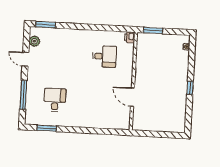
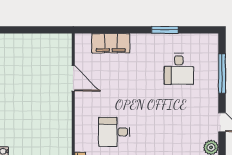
filing cabinet: (104, 121) -> (111, 43), added
window: (47, 128) -> (165, 30), moved

